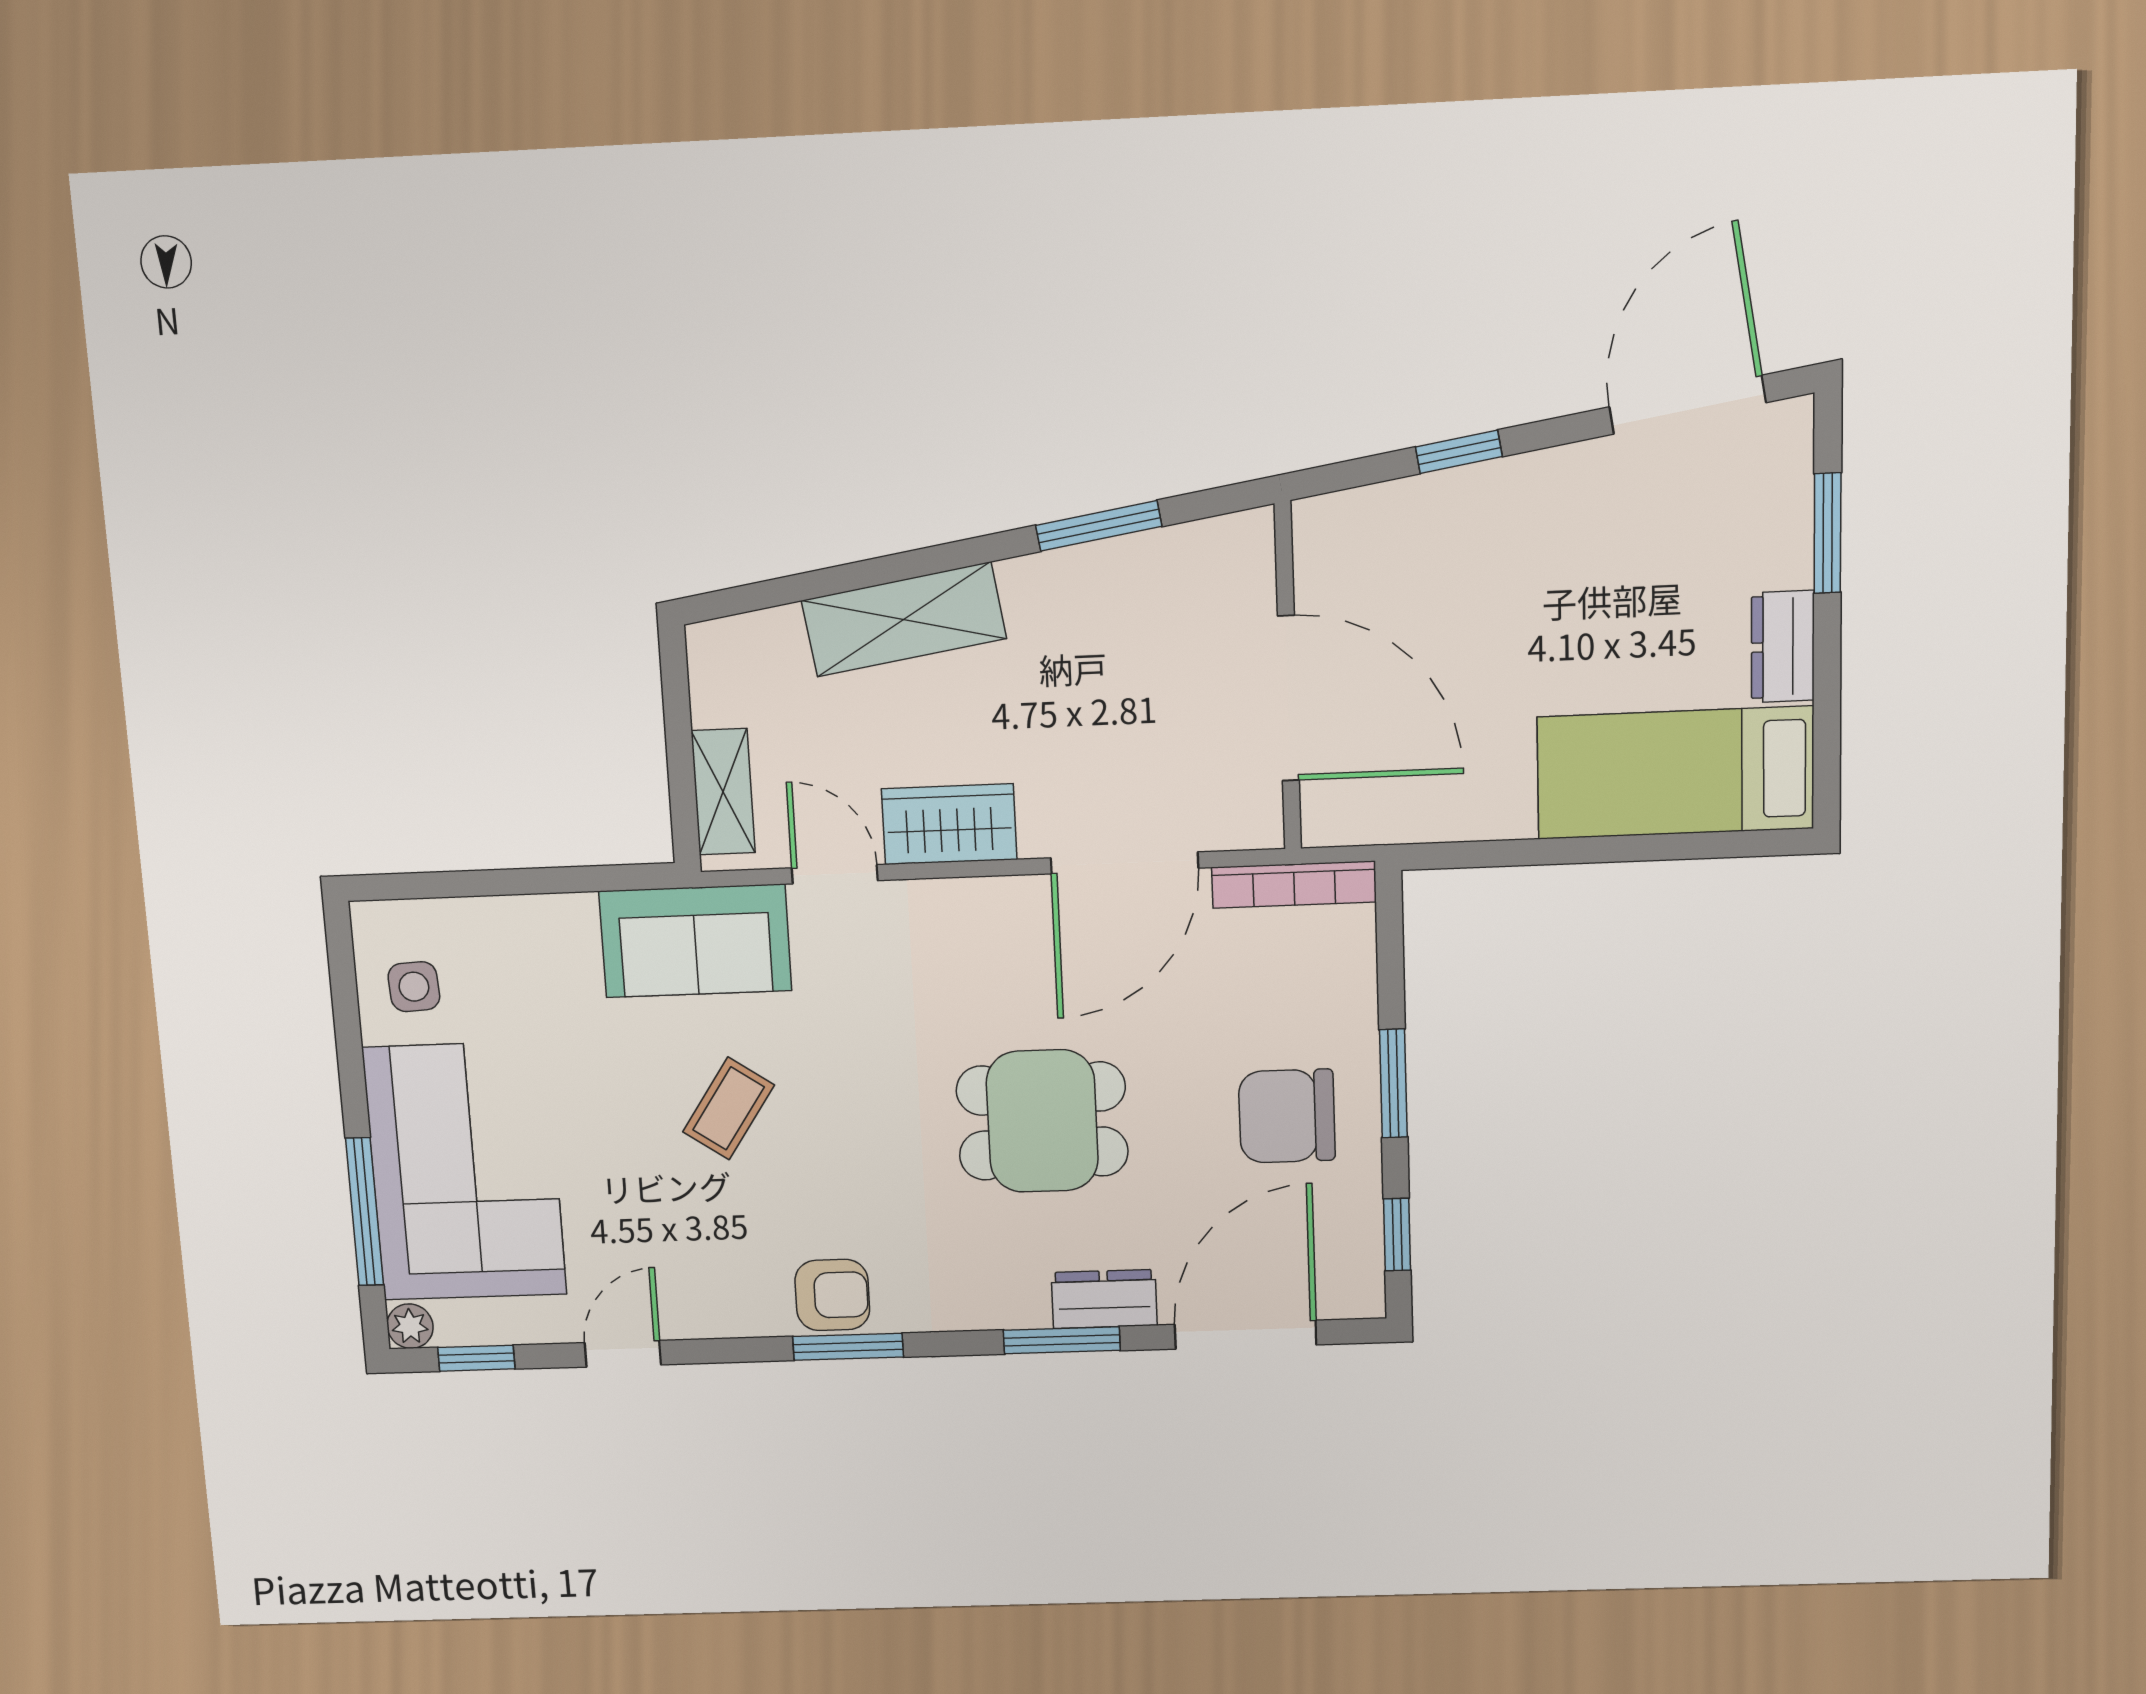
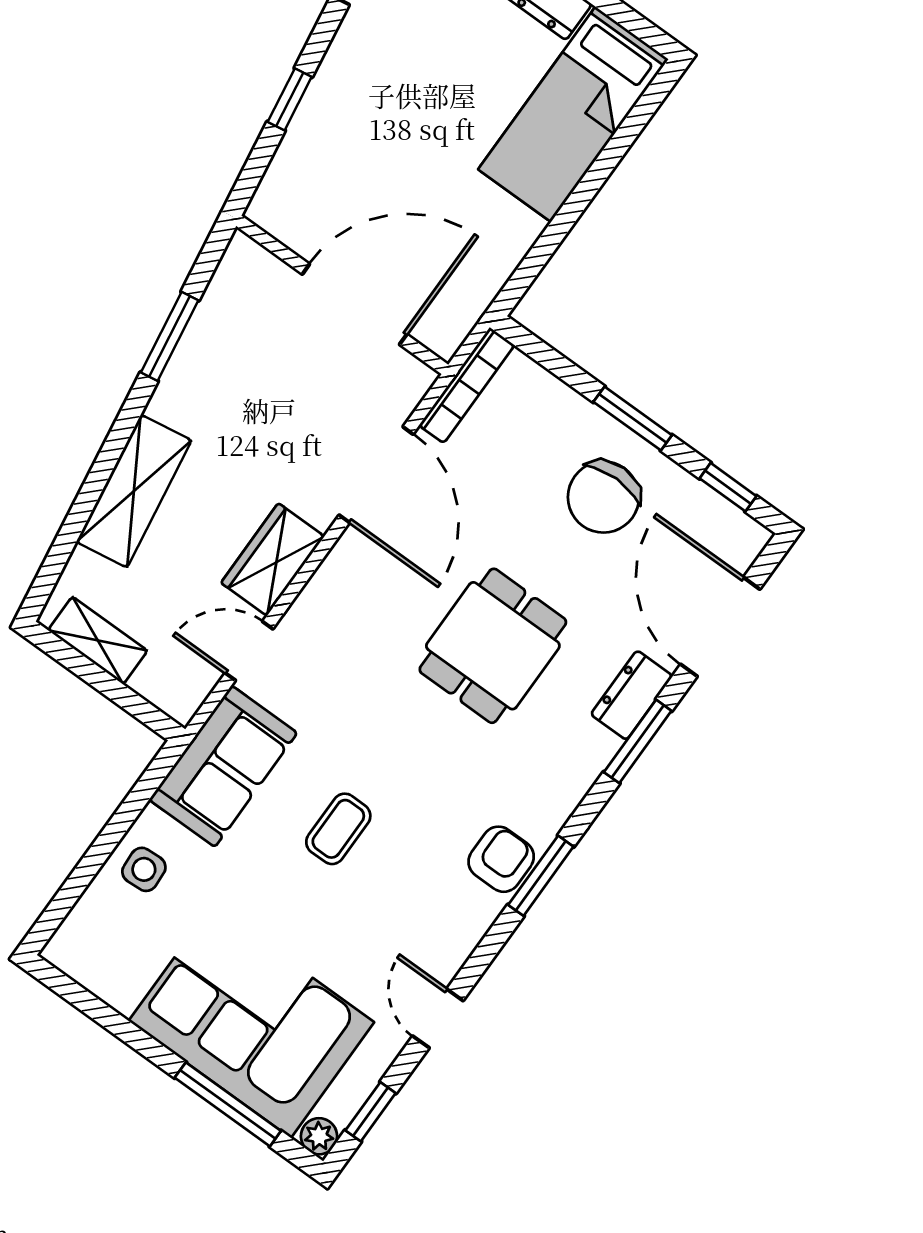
shelving: (723, 792) -> (98, 640), moved
side table: (414, 987) -> (144, 869), moved
coffee table: (729, 1108) -> (338, 829), turned 56

